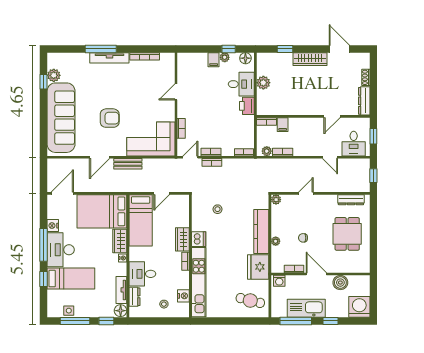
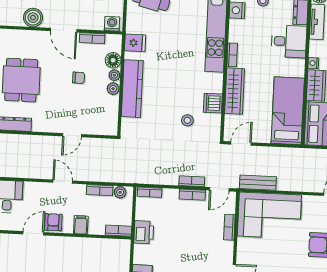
printer: (247, 106) -> (144, 232), moved
filing cabinet: (283, 125) -> (81, 225), moved
armchair: (317, 126) -> (53, 222), added
door: (330, 157) -> (63, 182), moved
bench: (128, 164) -> (258, 183), moved
door: (162, 193) -> (241, 143), moved
plant: (276, 200) -> (113, 89), moved
wardrobe: (182, 239) -> (235, 91), width x1.50
dishwasher: (199, 239) -> (213, 103), moved
floor lamp: (277, 253) -> (113, 60), added
fridge: (258, 267) -> (135, 43), width x0.53, depth x0.75

